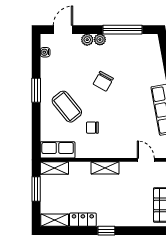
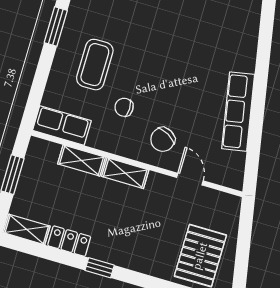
chair: (103, 81) -> (163, 139), moved
coffee table: (67, 107) -> (95, 65), turned 39
shelving: (54, 168) -> (81, 160), moved

